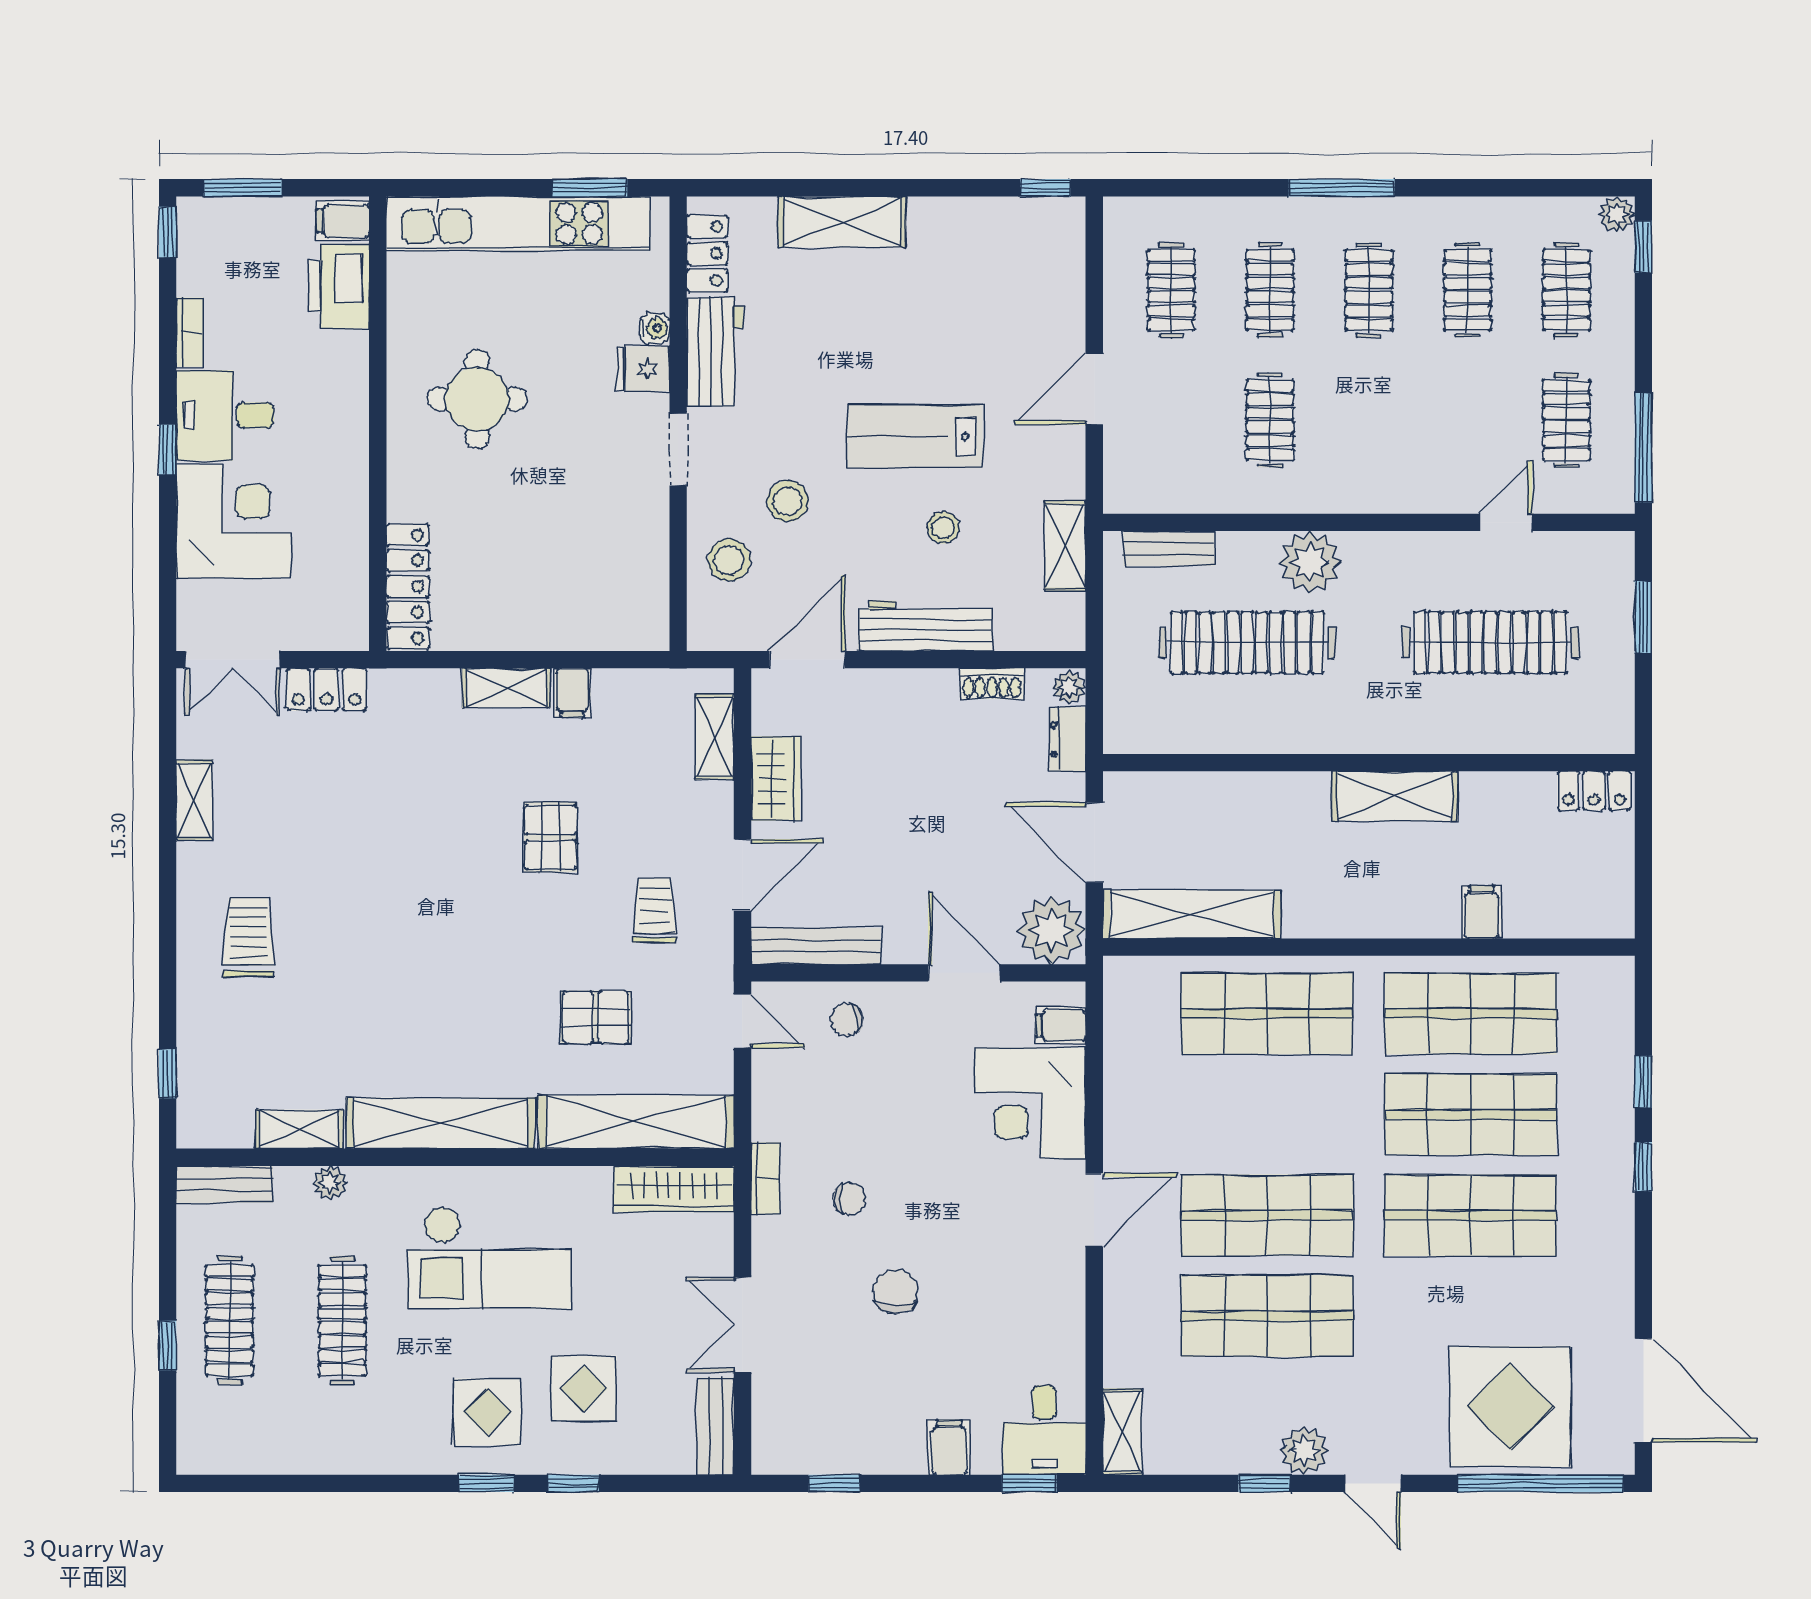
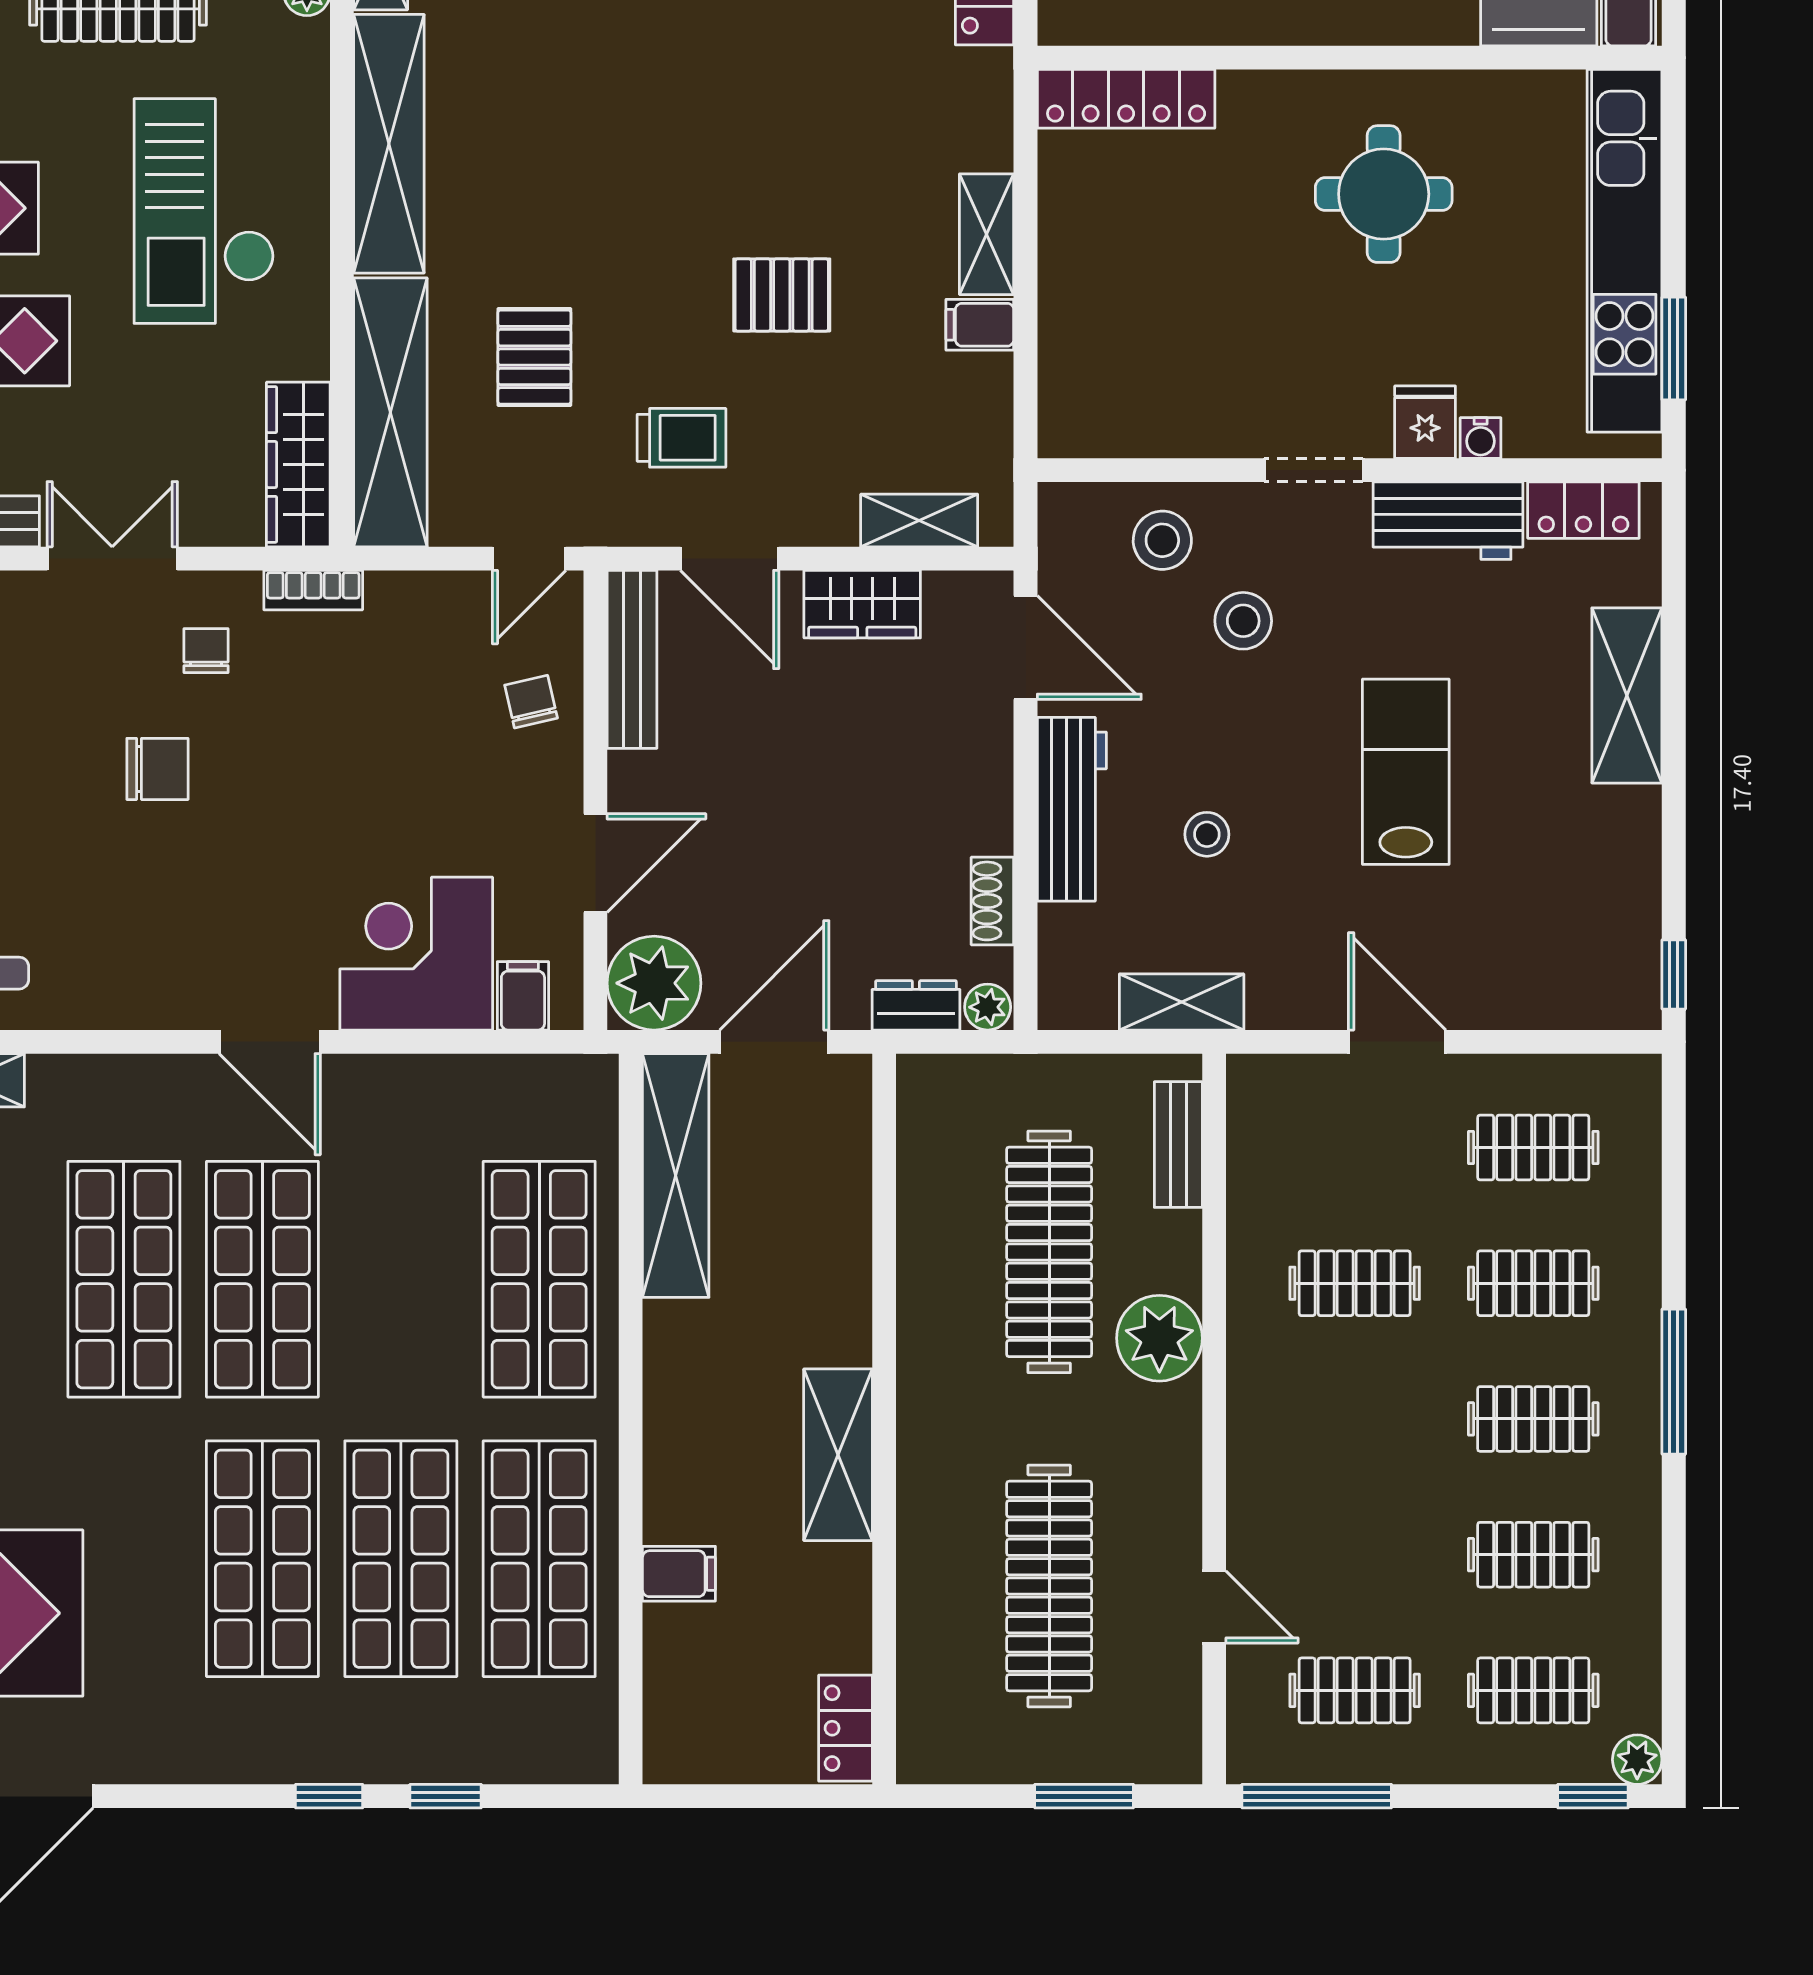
lab bench: (915, 436) -> (1406, 772), moved
chair: (849, 1199) -> (206, 651), moved, turned 180

